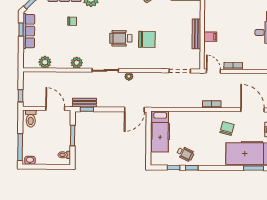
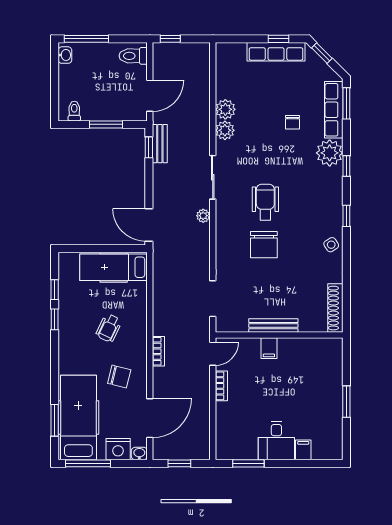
plant: (45, 62) -> (225, 109), moved
wheelchair: (185, 154) -> (109, 328), moved

